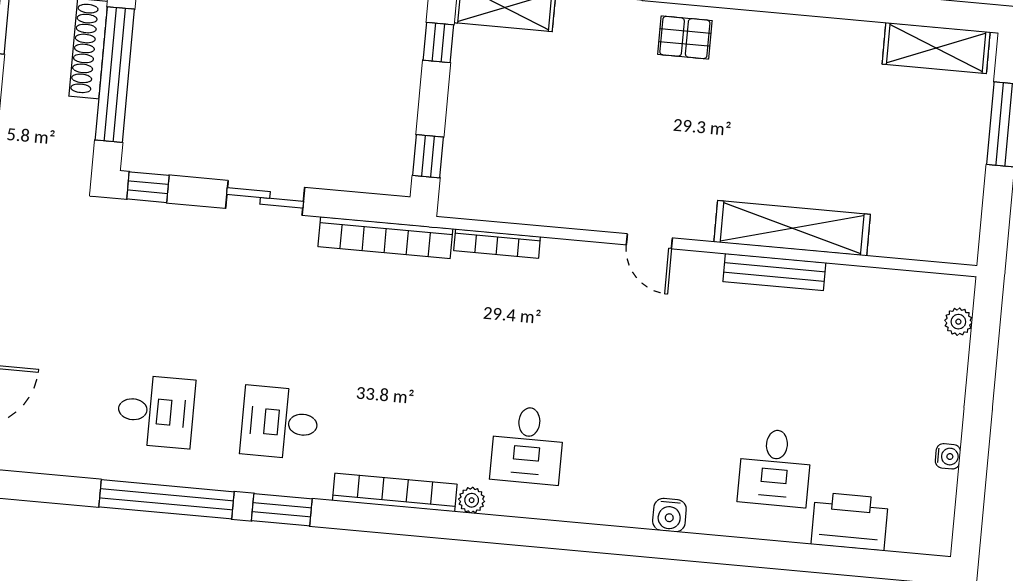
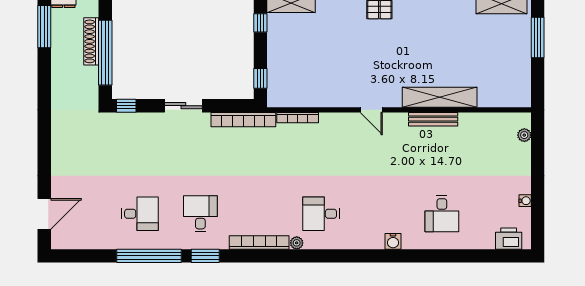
desk: (280, 423) -> (200, 214), turned 90
desk: (527, 445) -> (321, 214), turned 90
printer: (850, 521) -> (509, 239), moved, width x0.73, depth x0.84

